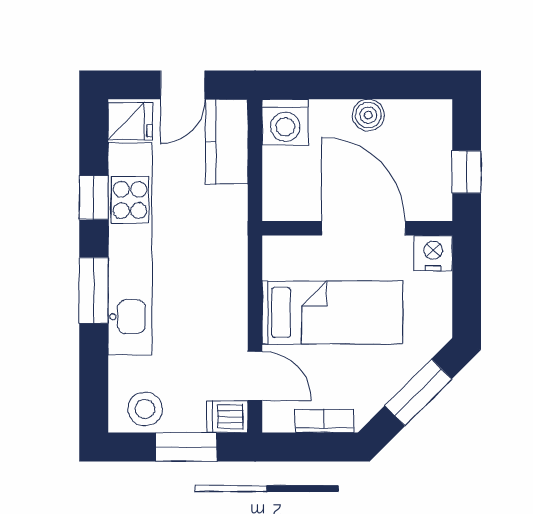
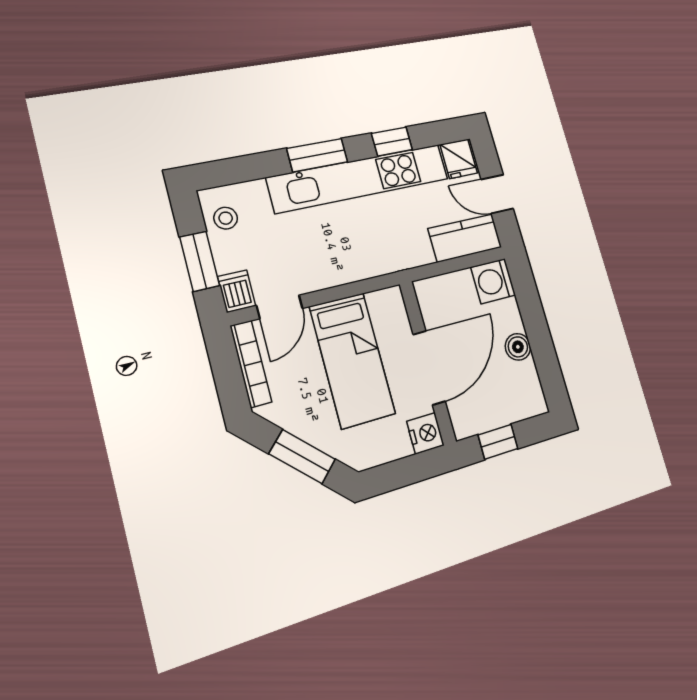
stool: (145, 409) -> (226, 218), width x0.73, depth x0.73
bookcase: (324, 421) -> (251, 364), width x1.56

